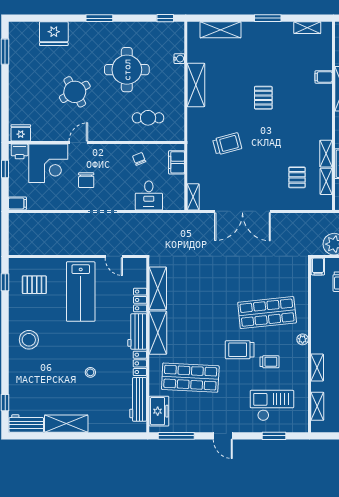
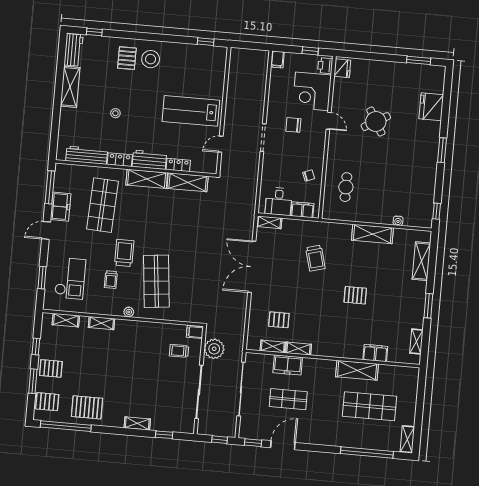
round table: (127, 70) -> (392, 171), removed
filing cabinet: (324, 77) -> (375, 353), width x2.00
desk: (149, 195) -> (279, 201), moved, turned -90
pallet: (34, 285) -> (127, 58), moved
freezer: (159, 411) -> (61, 207), moved, turned -90

